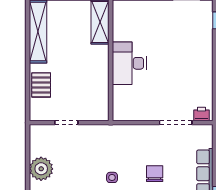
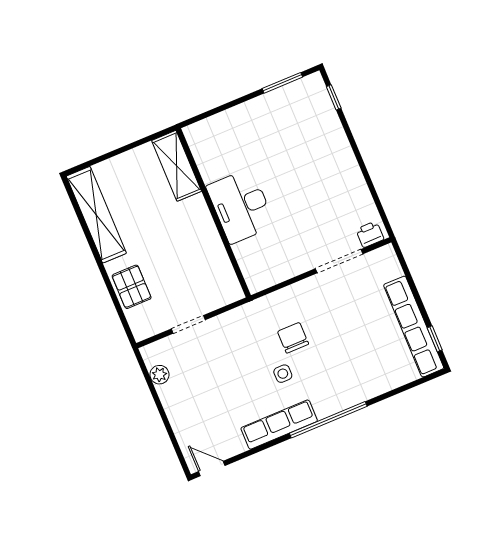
plant: (41, 169) -> (159, 375), moved, width x0.53, depth x0.53
chair: (155, 174) -> (293, 338), moved

